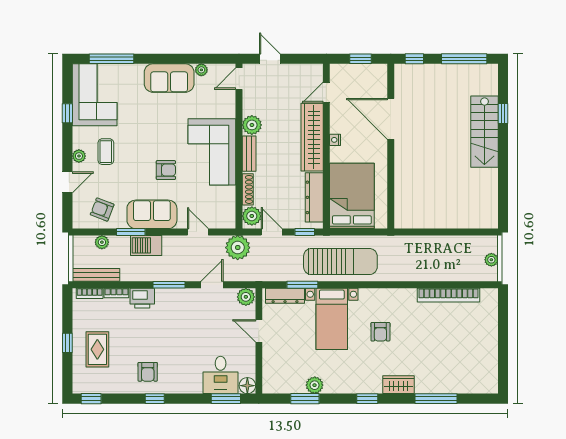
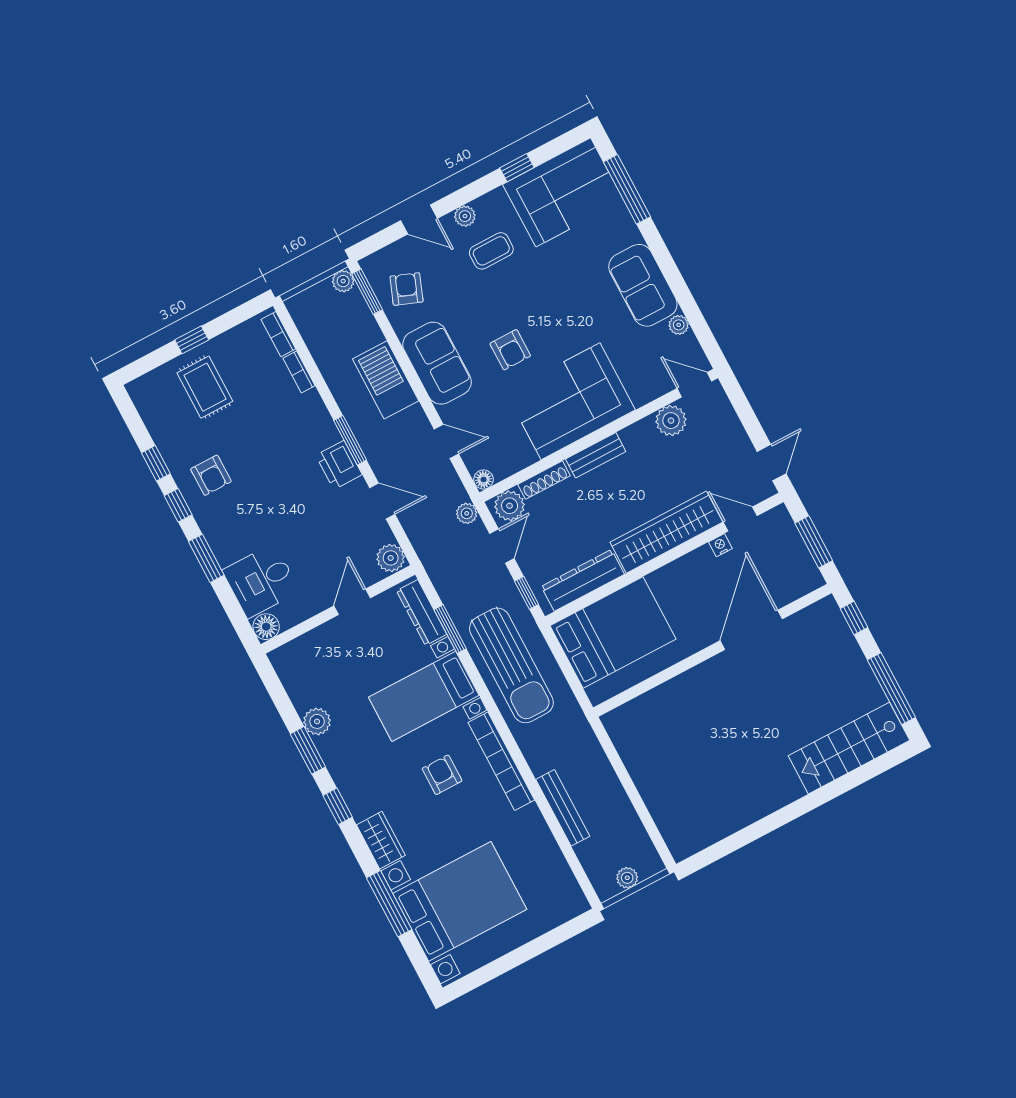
door: (270, 59) -> (772, 463), moved
window: (361, 59) -> (814, 542), width x1.50
window: (503, 114) -> (843, 785), removed
plant: (252, 125) -> (671, 421), moved
stairs: (484, 132) -> (849, 748), moved
nightstand: (335, 140) -> (720, 545), moved
floor lamp: (230, 223) -> (484, 479), added
window: (131, 232) -> (367, 292), moved
door: (198, 232) -> (446, 441), hinge flipped
plant: (102, 242) -> (343, 281), moved
barbecue: (146, 245) -> (386, 380), width x1.37, depth x1.21
plant: (238, 248) -> (467, 513), width x0.53, depth x0.53
bench: (96, 275) -> (563, 808), moved
bookcase: (448, 295) -> (501, 761), moved
printer: (142, 298) -> (339, 465), moved
armchair: (380, 332) -> (442, 775), turned 90
rug: (97, 349) -> (205, 387), turned 90
bed with nightstands: (455, 359) -> (460, 901), added
armchair: (148, 372) -> (211, 475), turned -90
window: (91, 399) -> (156, 463), moved
window: (226, 399) -> (206, 558), moved
window: (305, 399) -> (308, 750), moved

